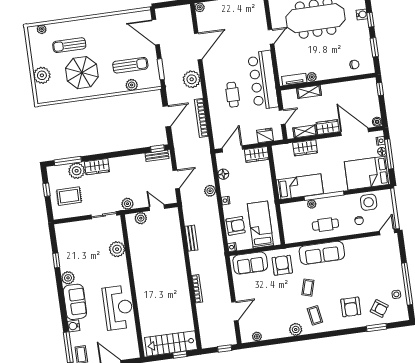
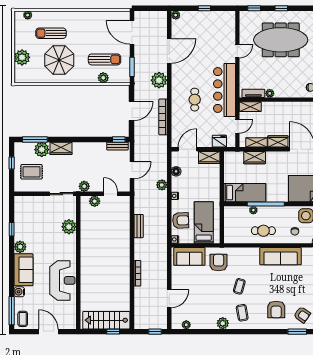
shelving: (309, 92) -> (250, 107), moved
sofa: (322, 253) -> (281, 256), moved

